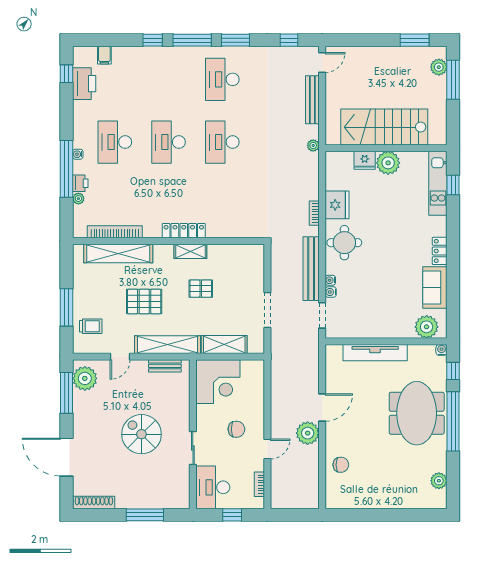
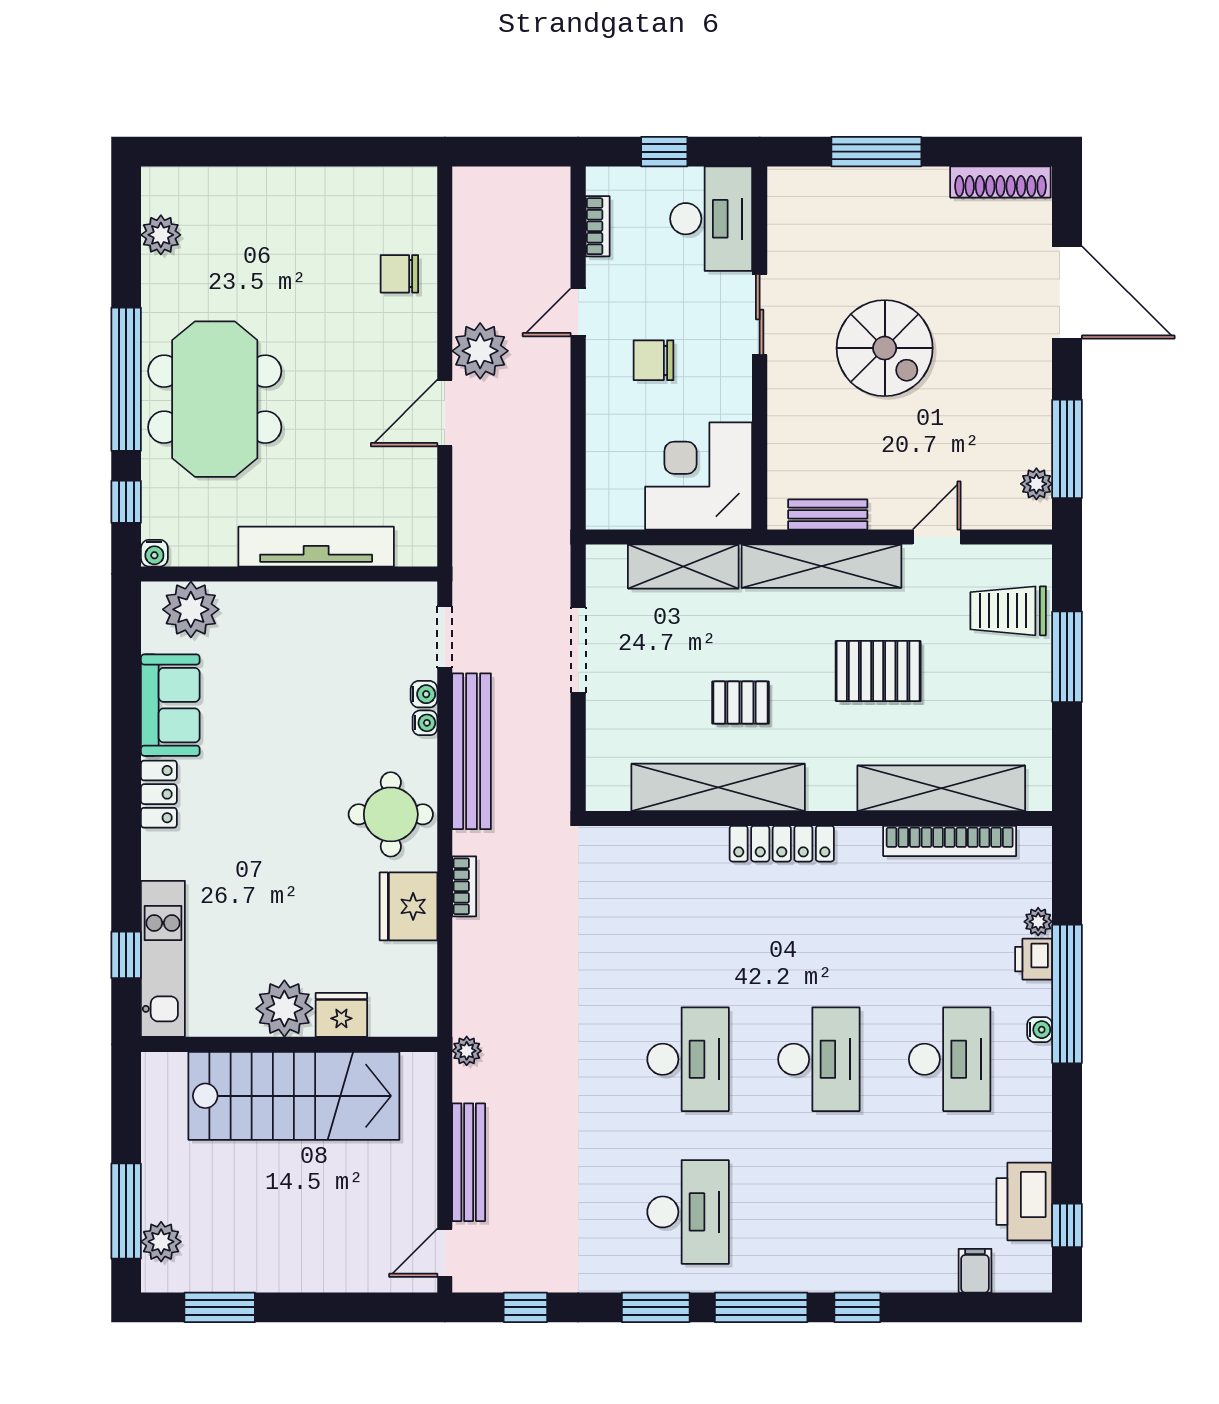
shelving: (190, 251) -> (718, 787), width x2.20, depth x1.33
trolley: (91, 326) -> (1008, 611), width x1.36, depth x1.39
plant: (85, 378) -> (1036, 484), width x0.53, depth x0.53

